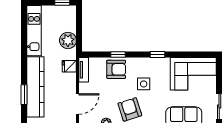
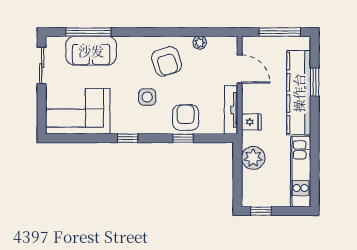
armchair: (116, 69) -> (186, 118), turned 90
tv unit: (84, 70) -> (231, 110), width x1.41
door: (78, 104) -> (240, 69), swing flipped

